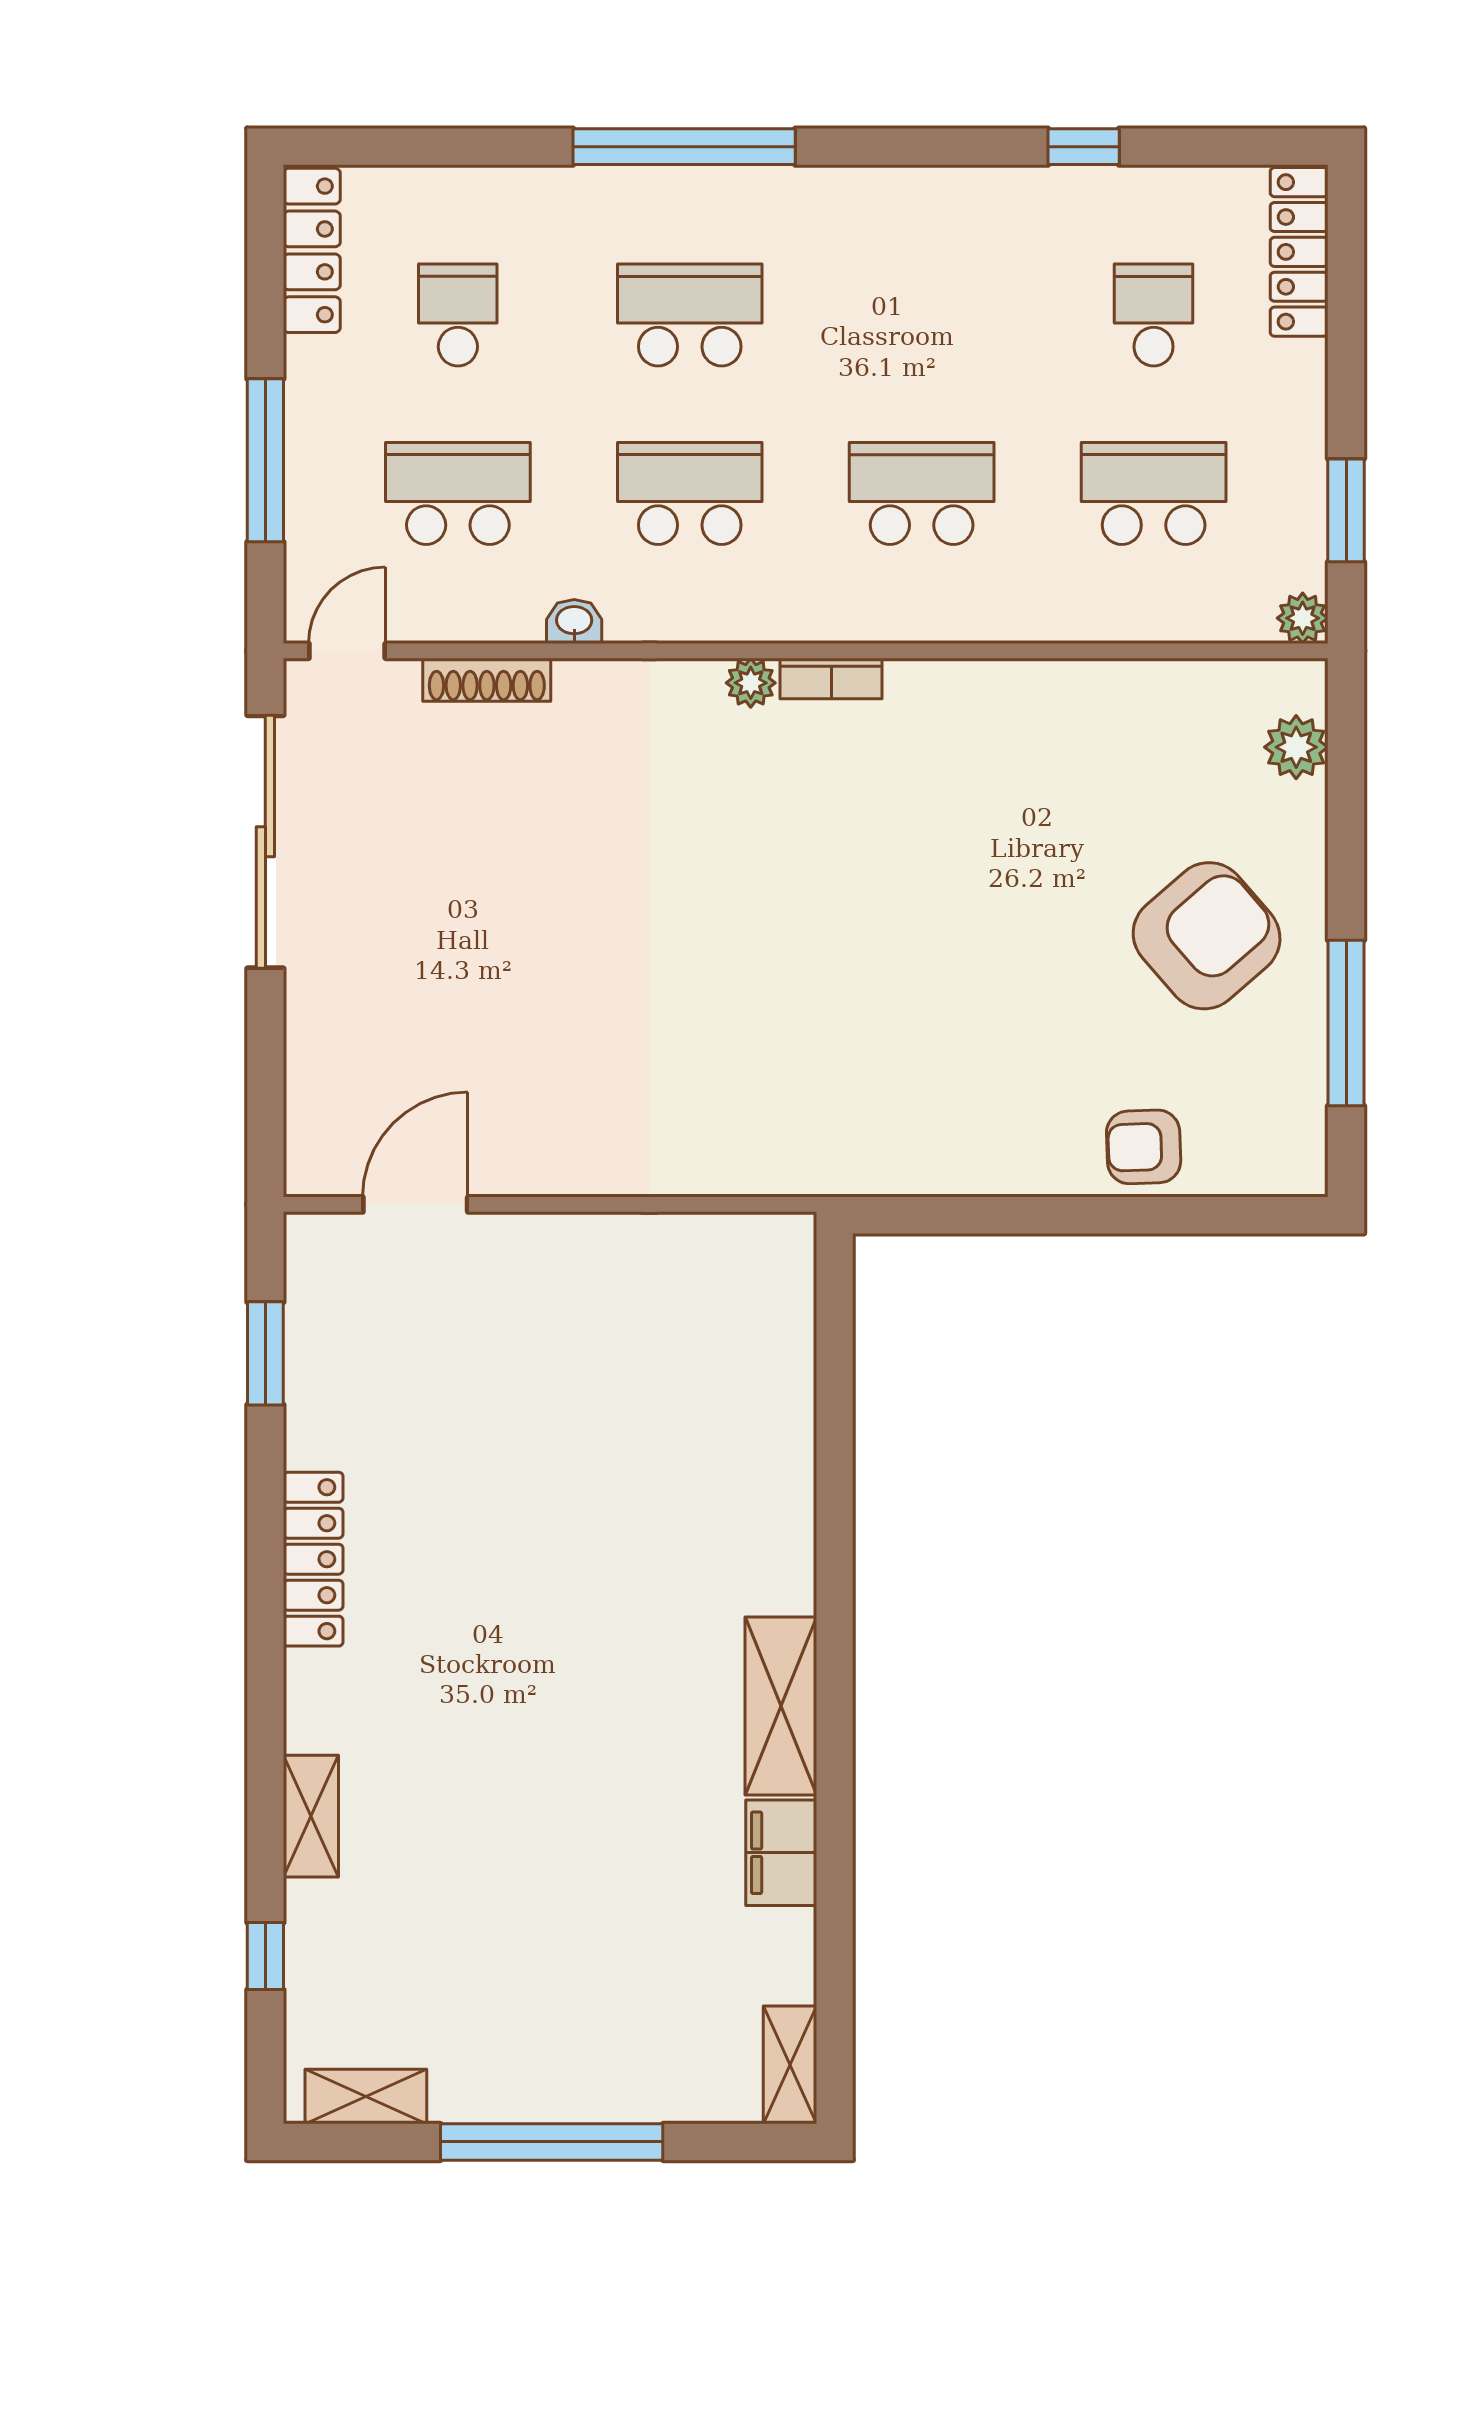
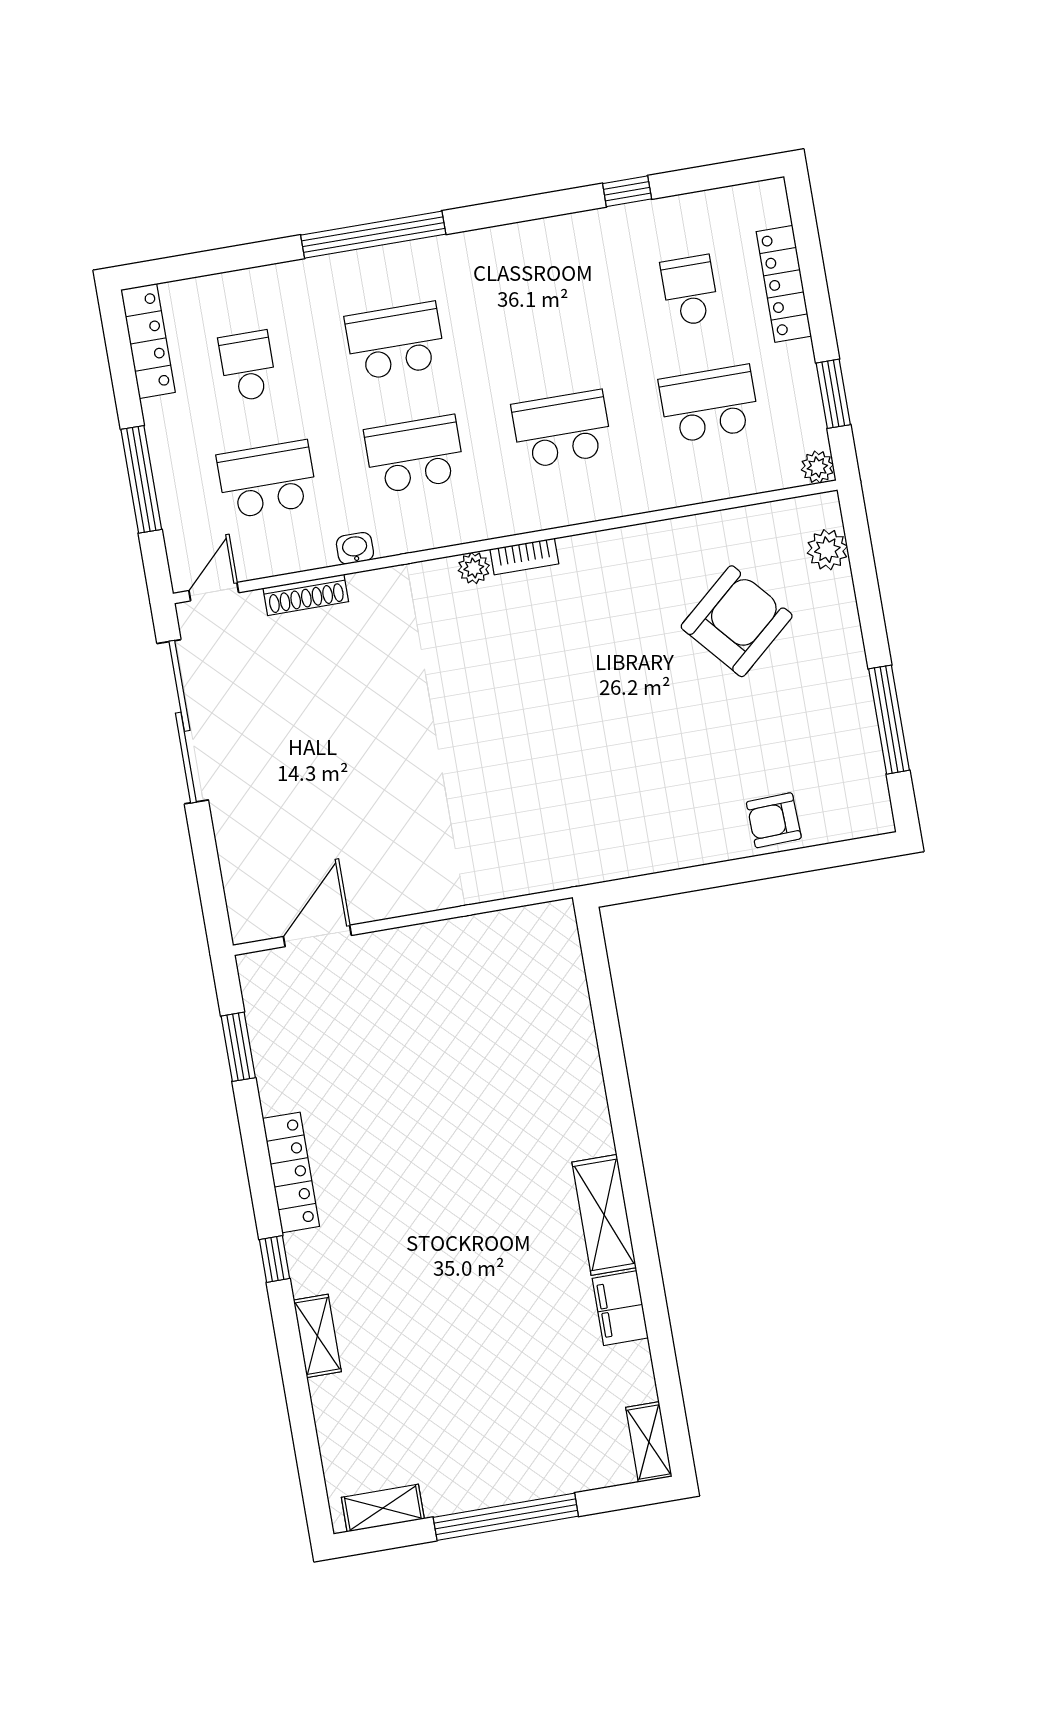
locker: (1299, 252) -> (784, 284), moved
armchair: (1207, 936) -> (737, 621), moved
window: (265, 1956) -> (274, 1259), moved

